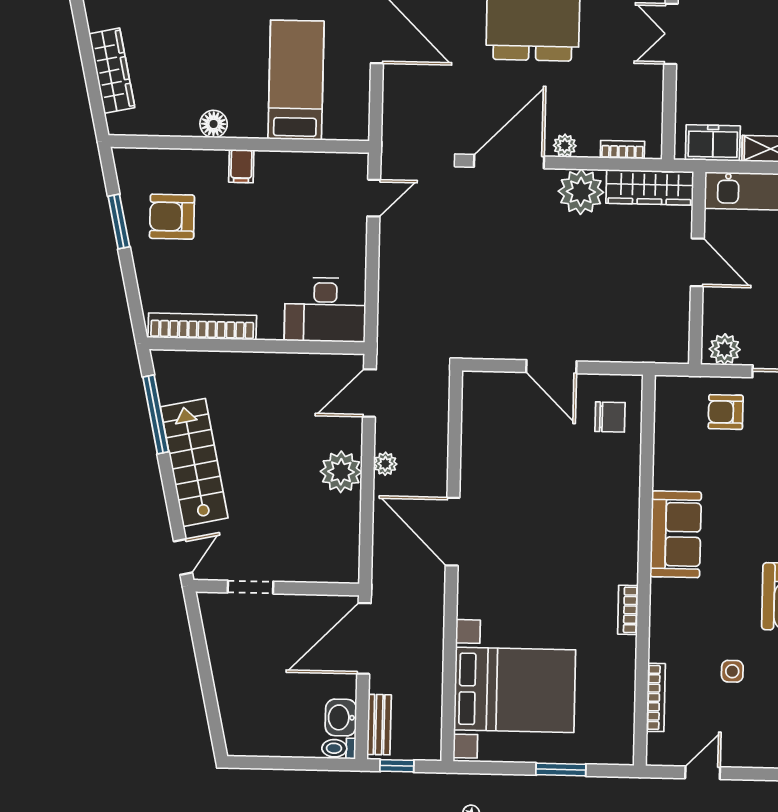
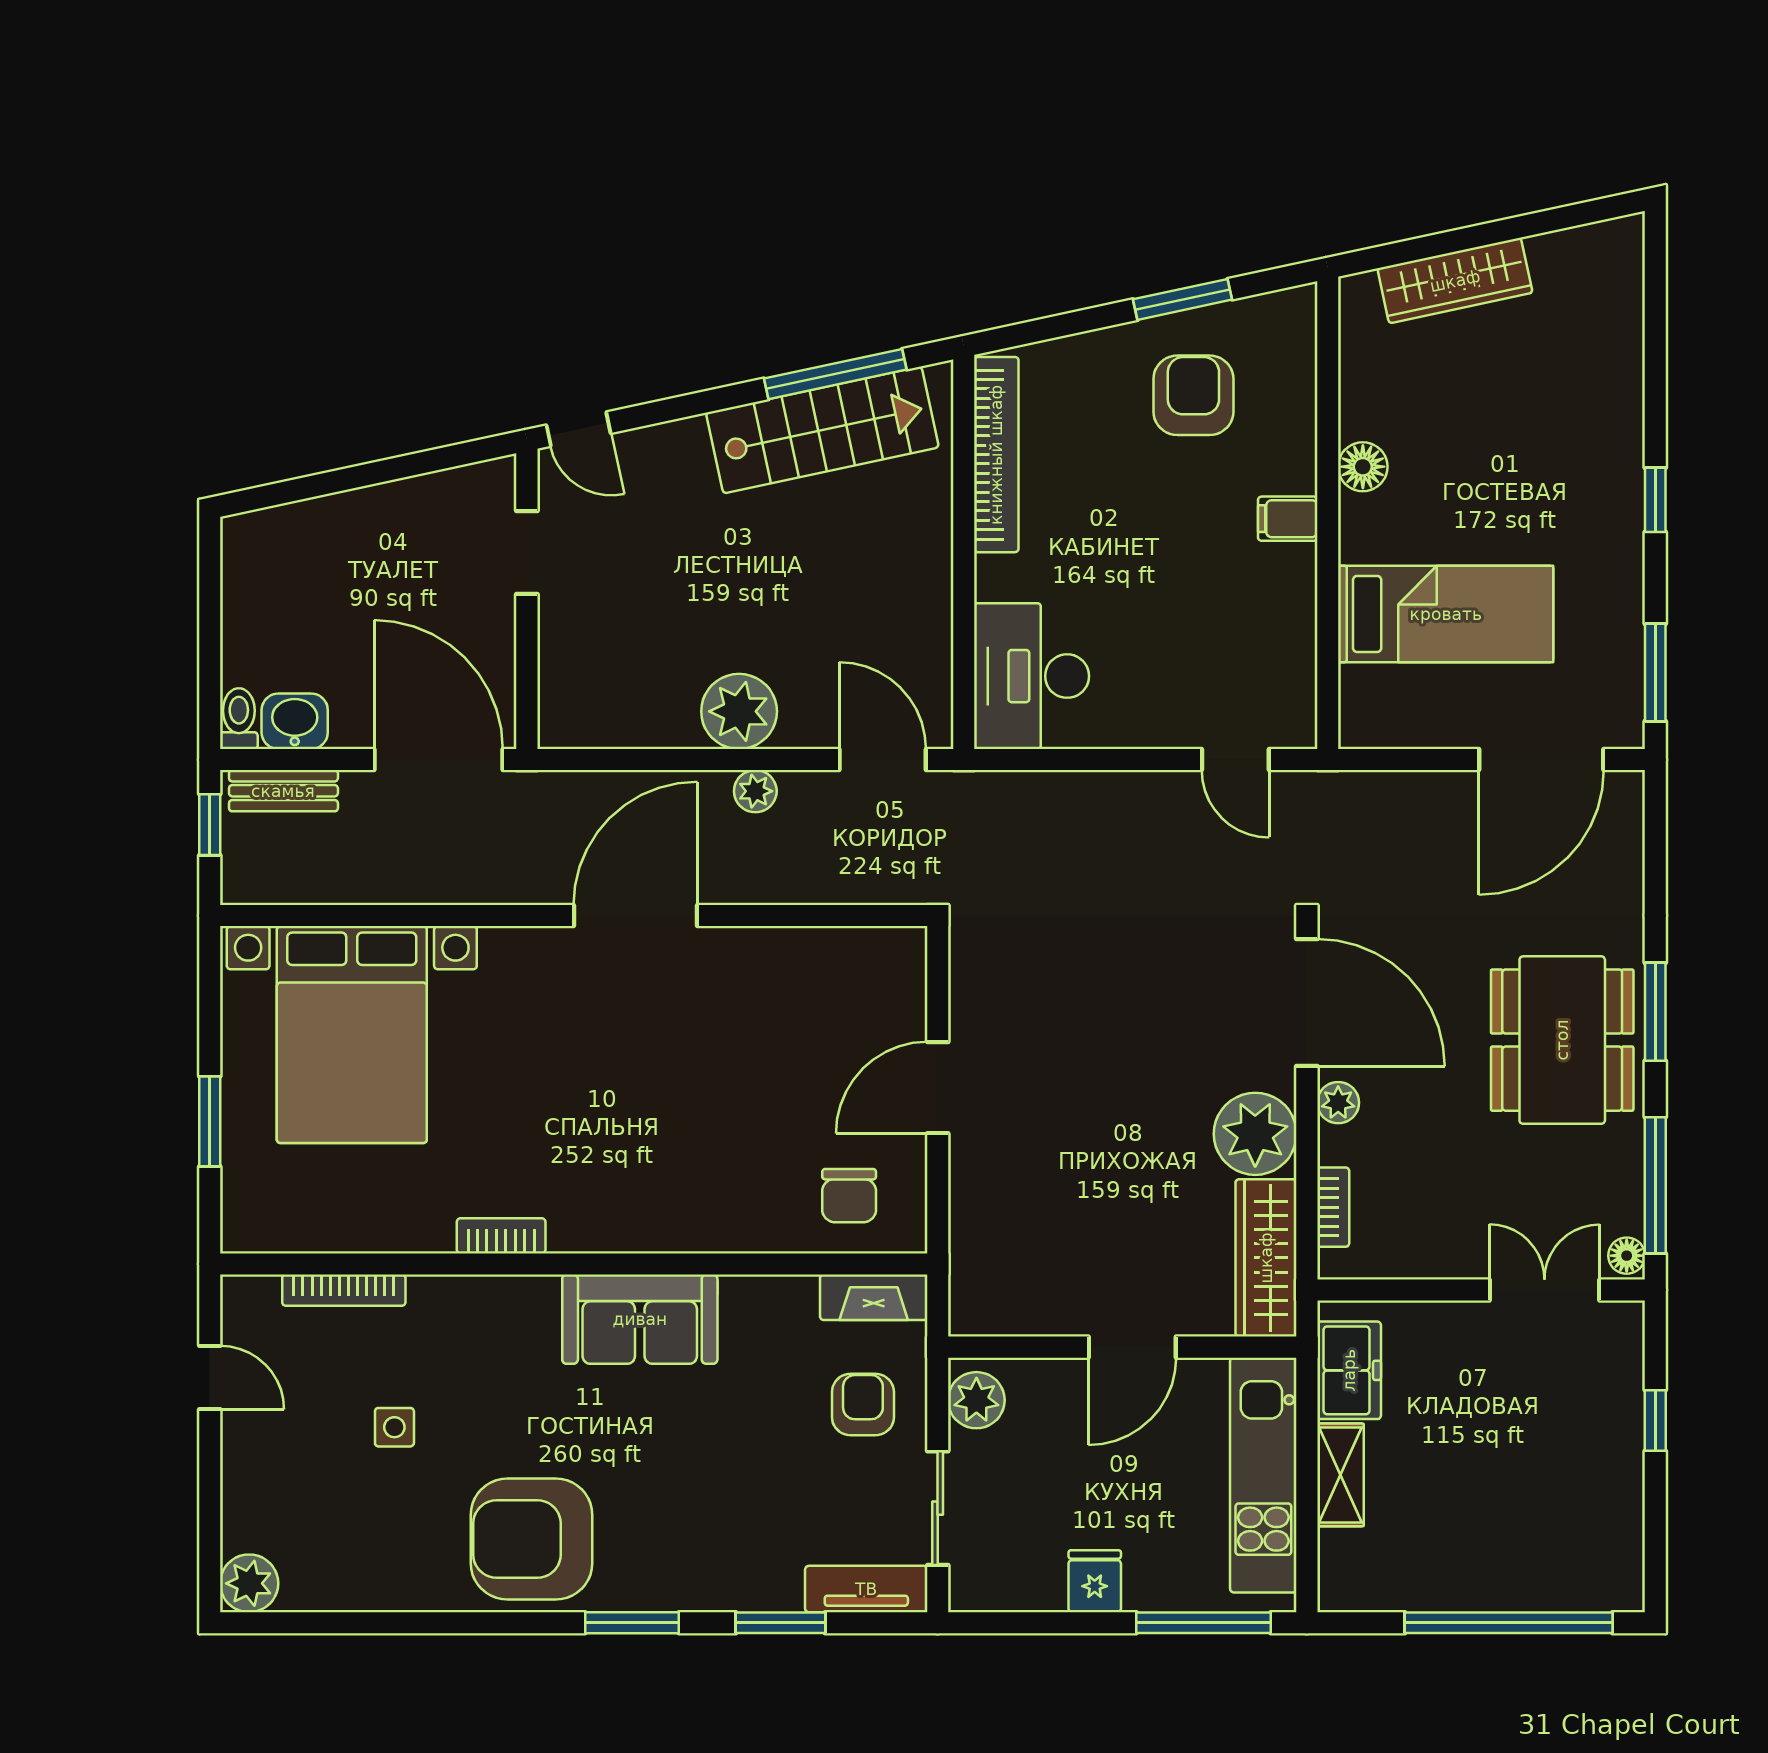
fireplace: (666, 405) -> (874, 1297), added
stairs: (194, 462) -> (822, 430), moved

